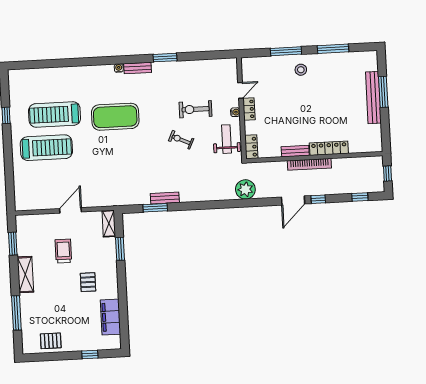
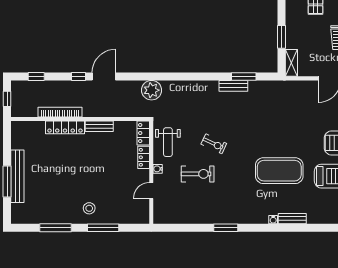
bench: (138, 68) -> (292, 219), moved
locker: (249, 109) -> (144, 157), moved
bookcase: (309, 164) -> (60, 112), moved

